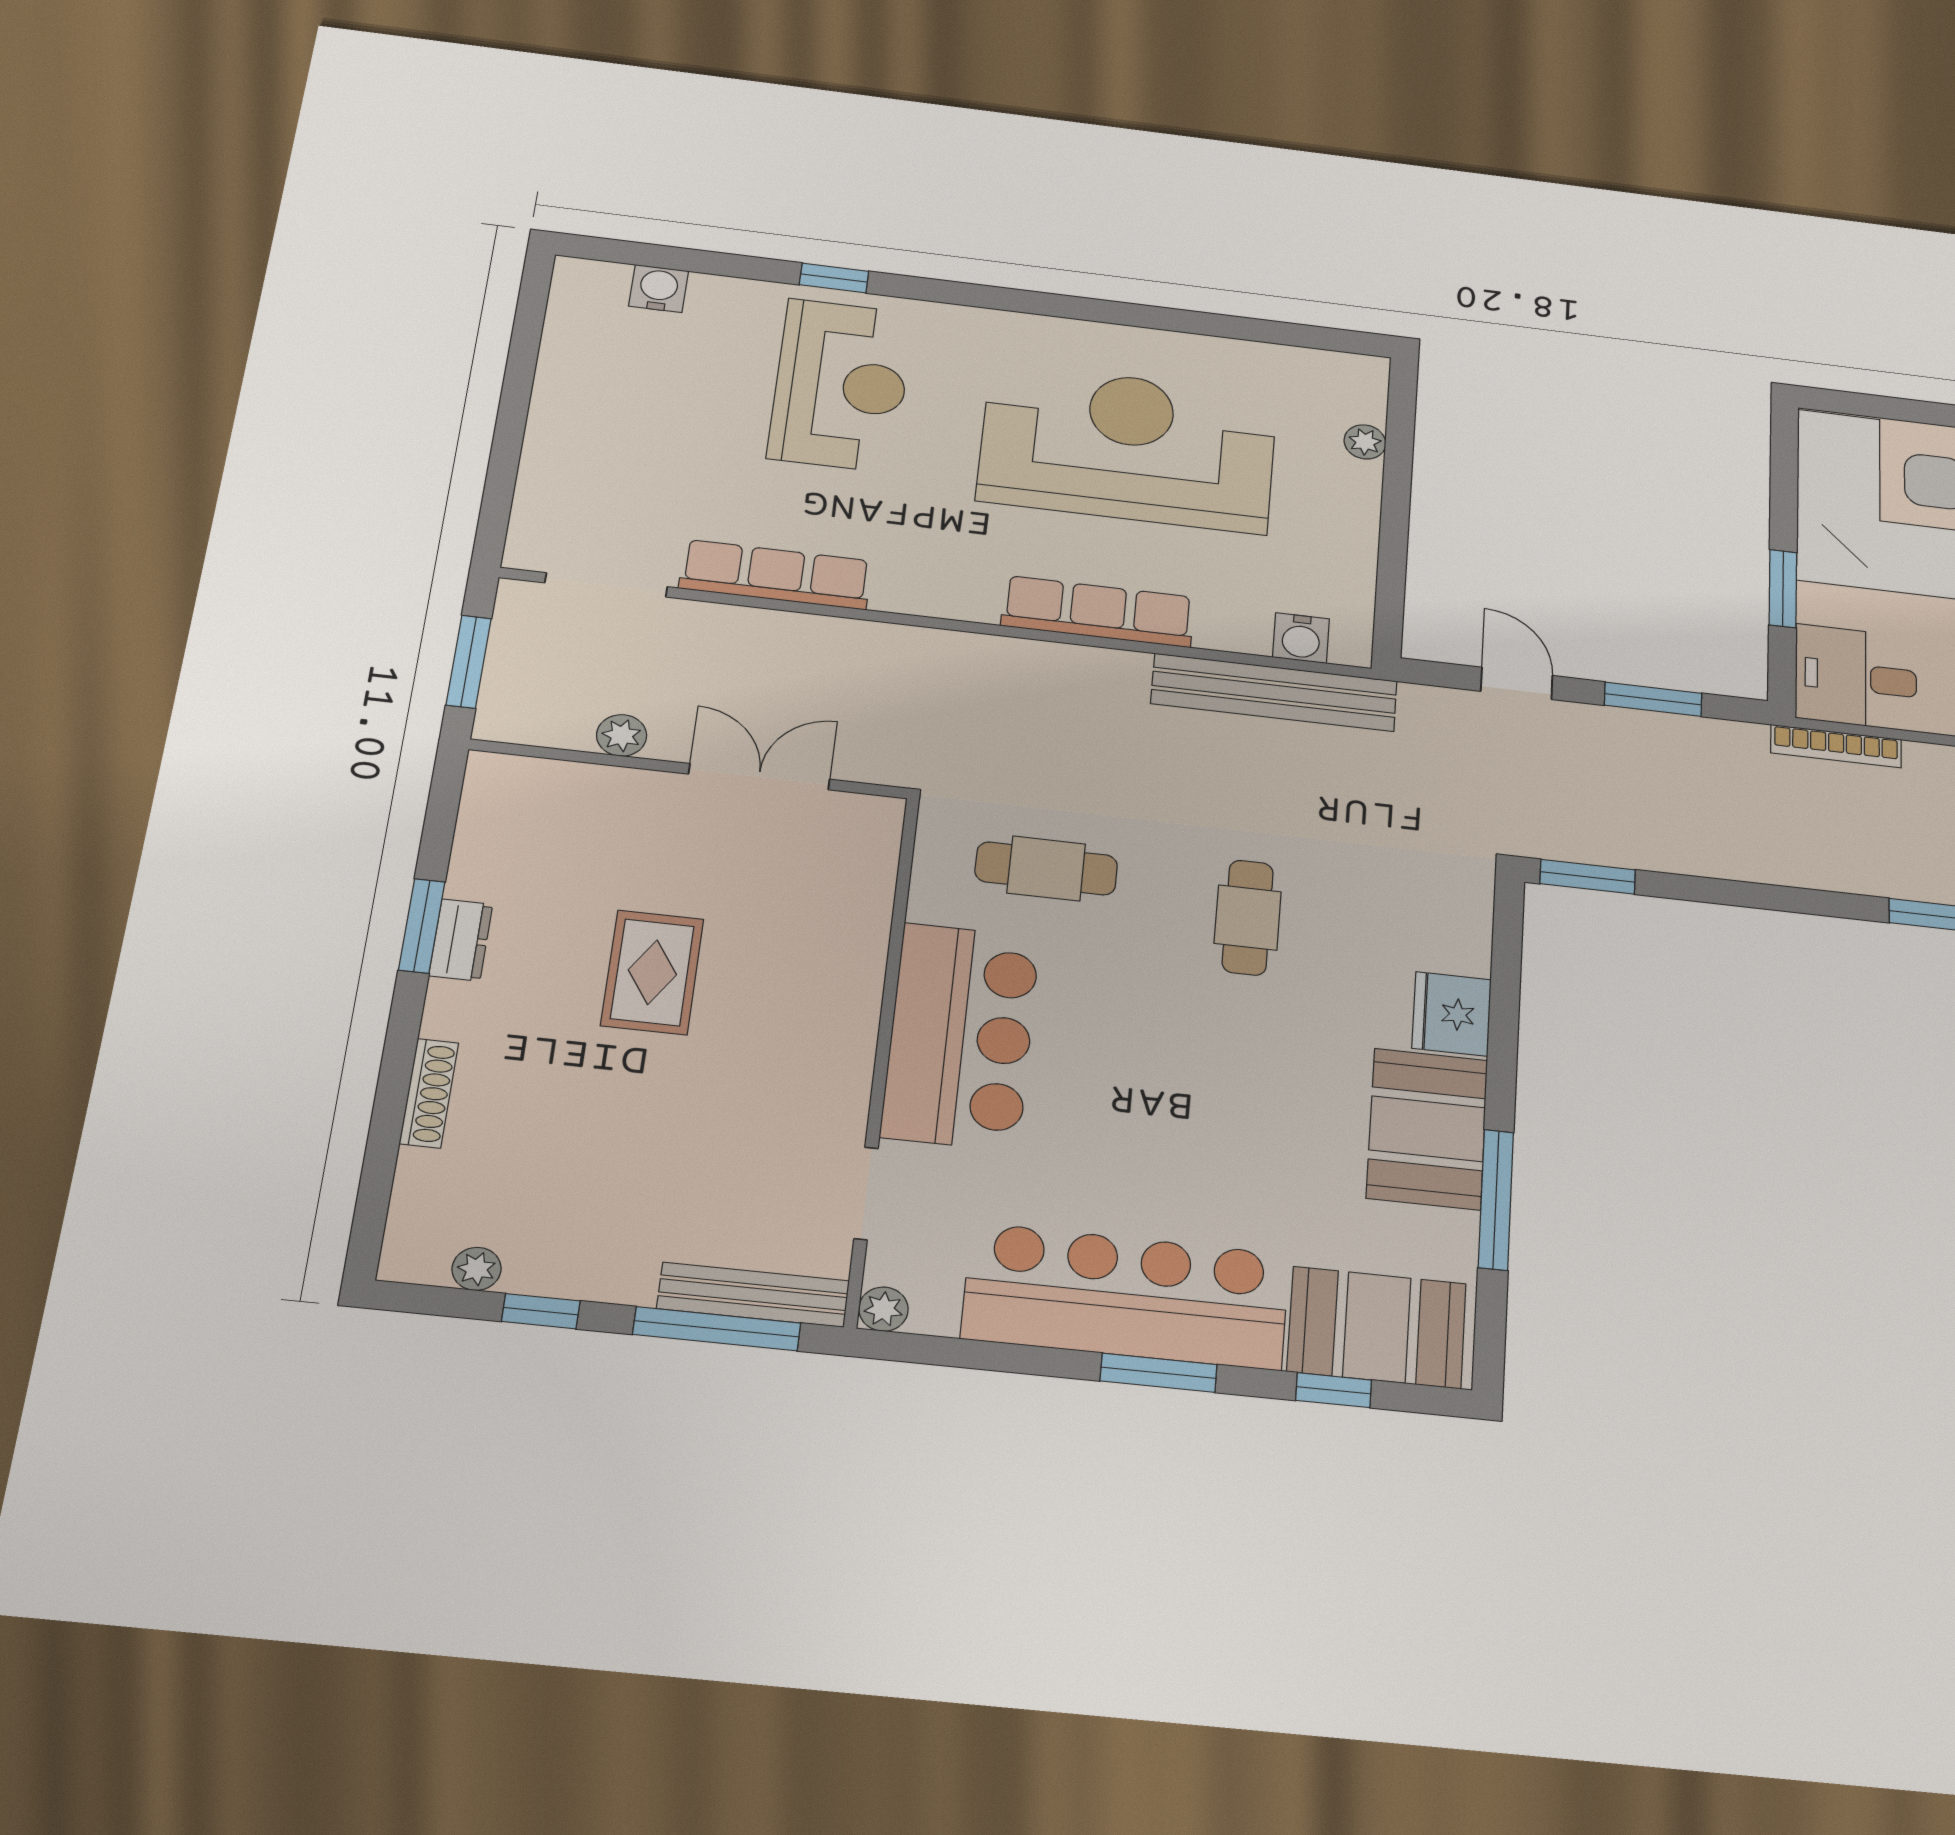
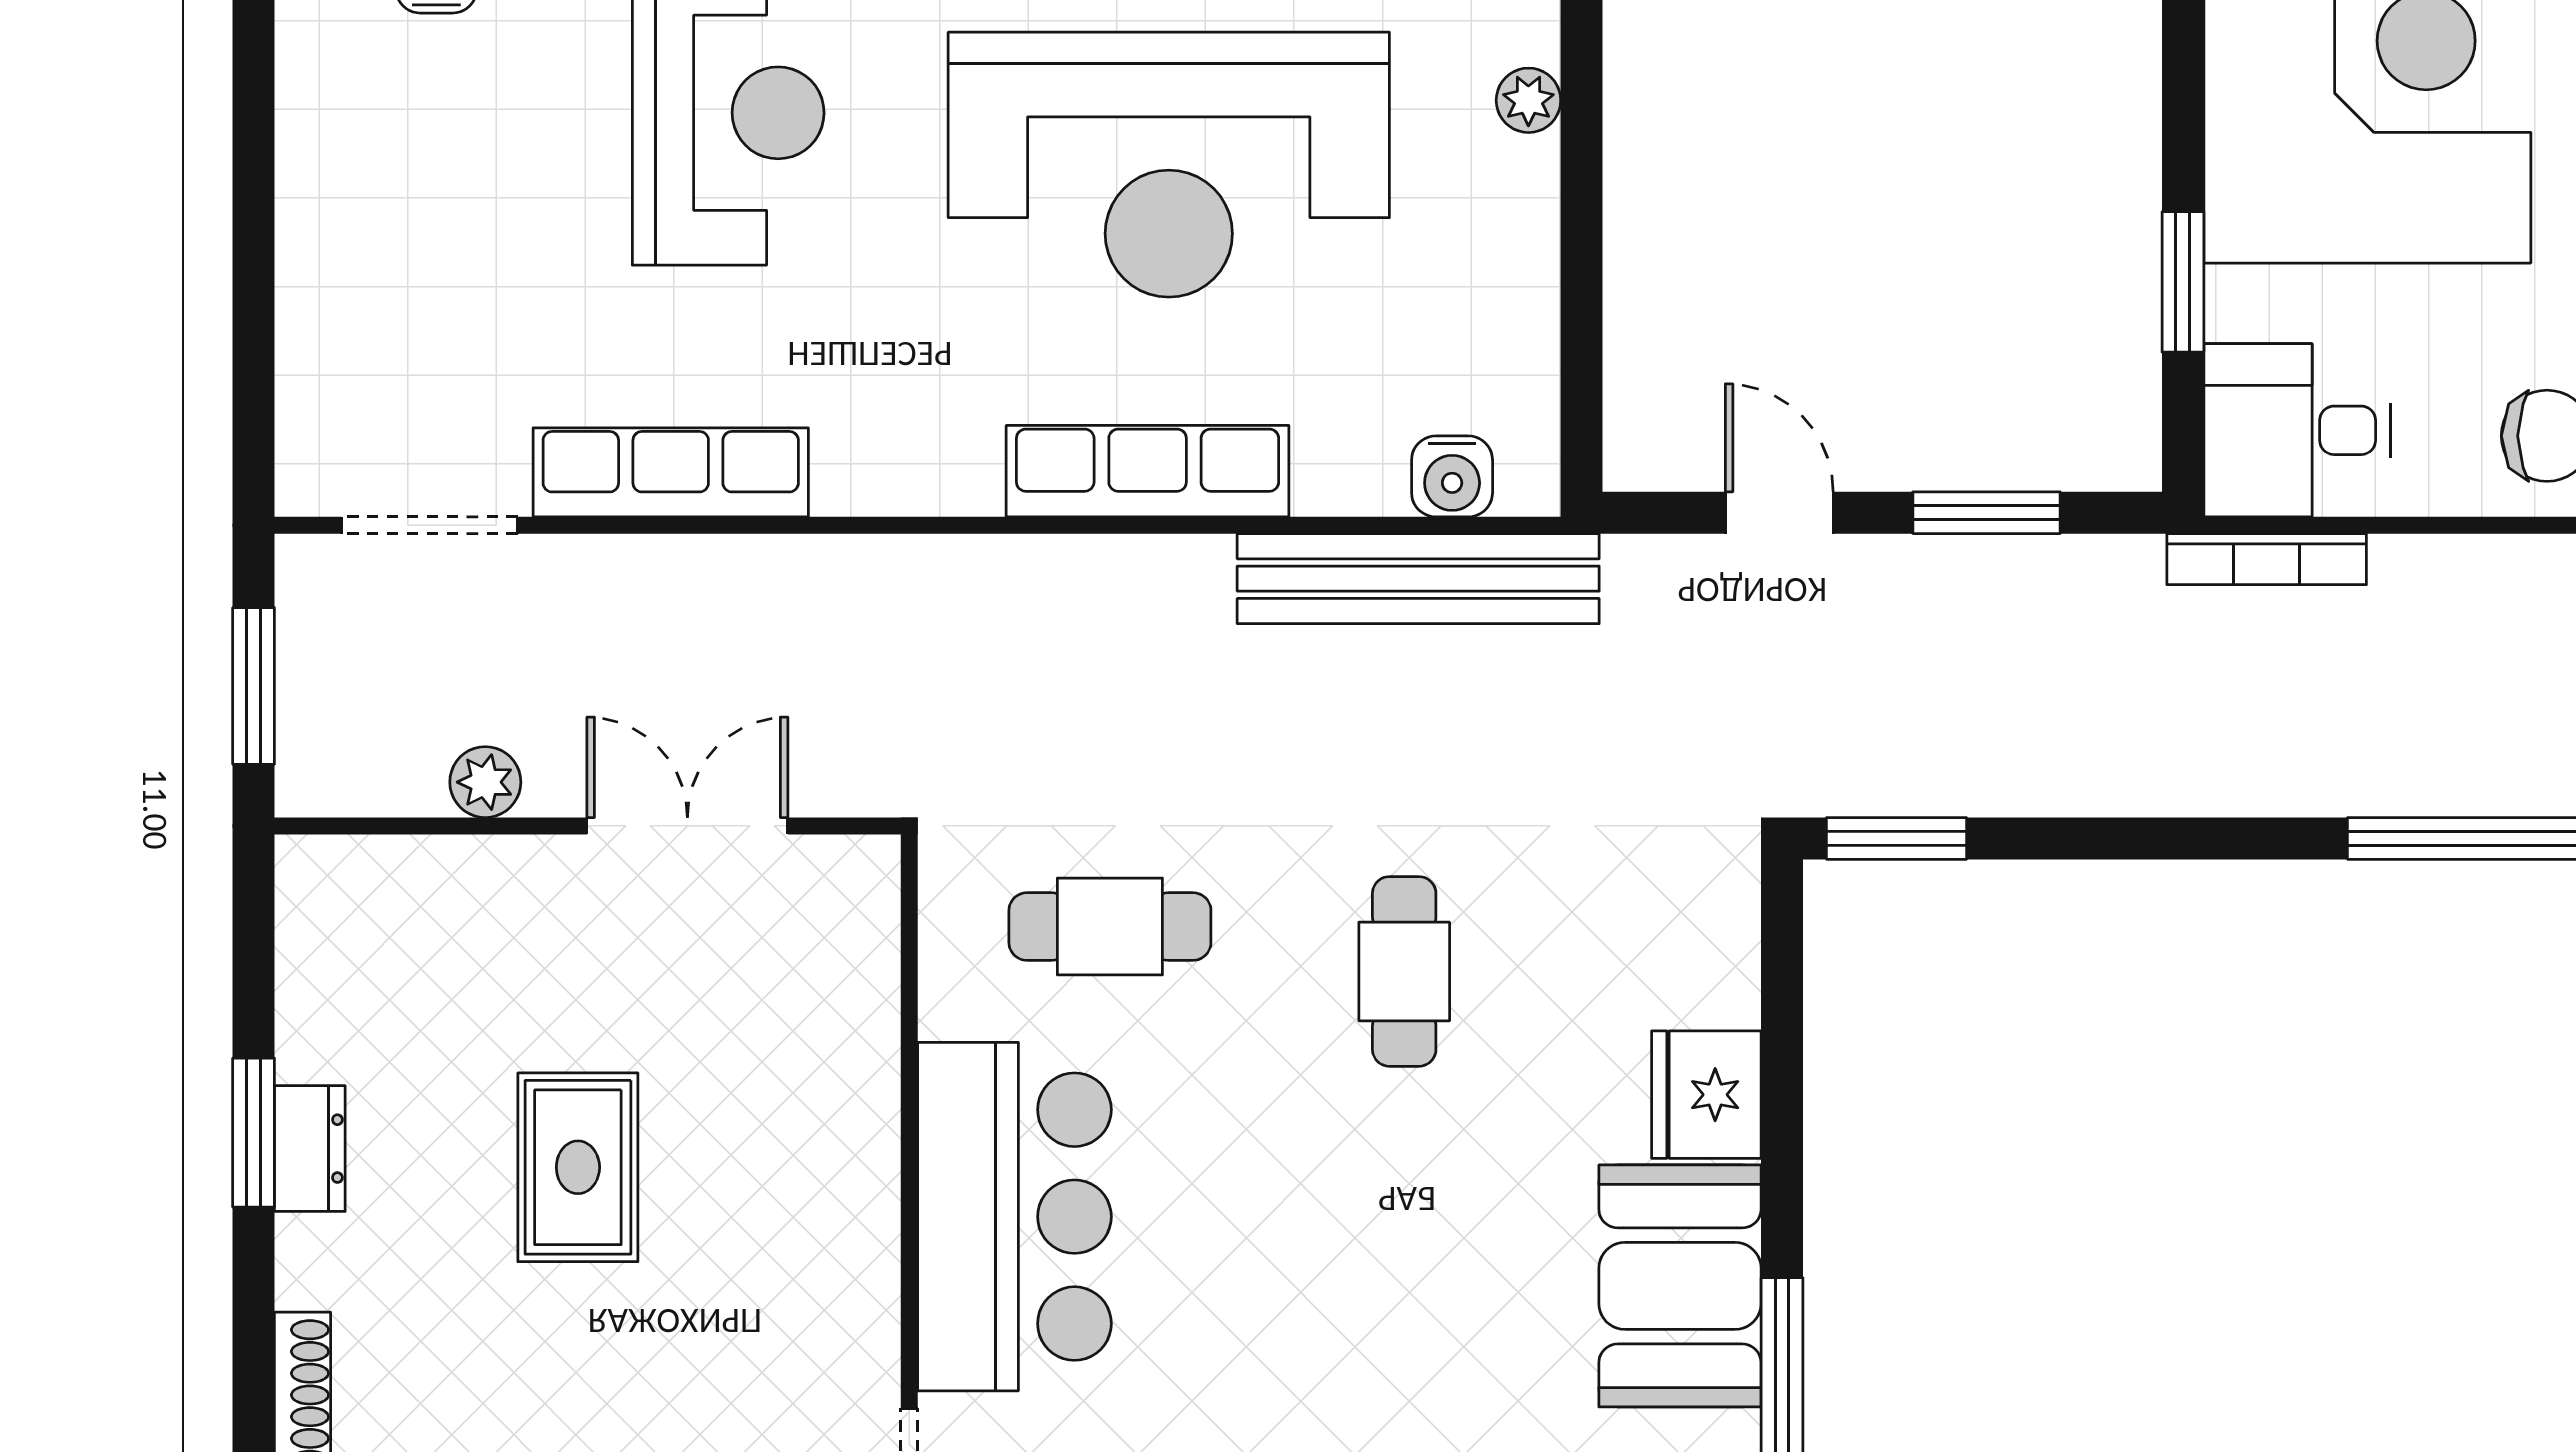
reception desk: (1128, 448) -> (1169, 165), turned 180

